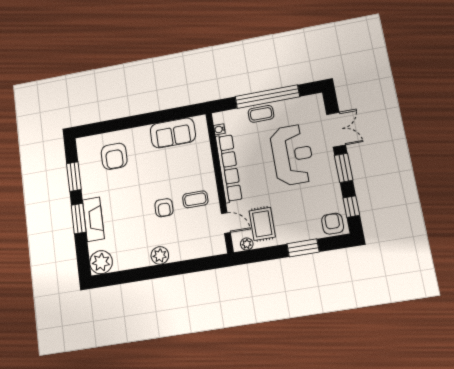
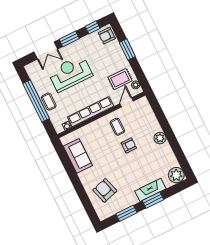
double door: (336, 130) -> (46, 51), swing flipped
armchair: (114, 156) -> (105, 190), turned -106

